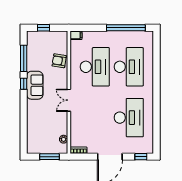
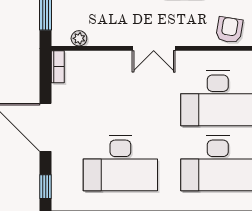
double door: (69, 100) -> (154, 48), swing flipped

